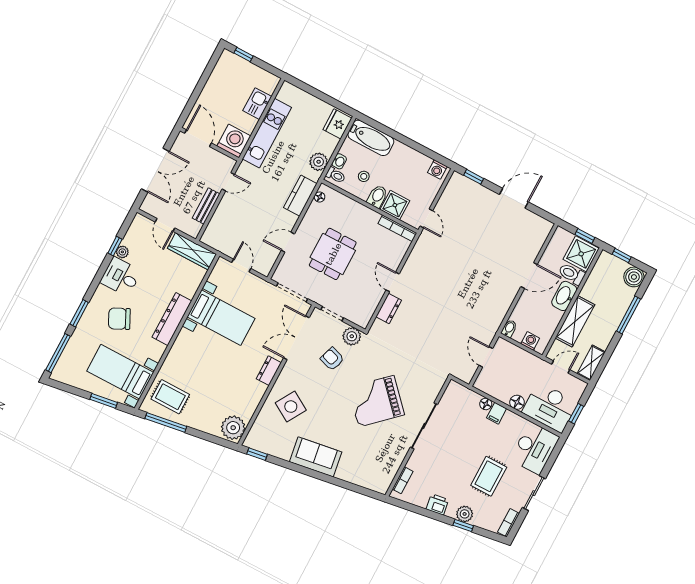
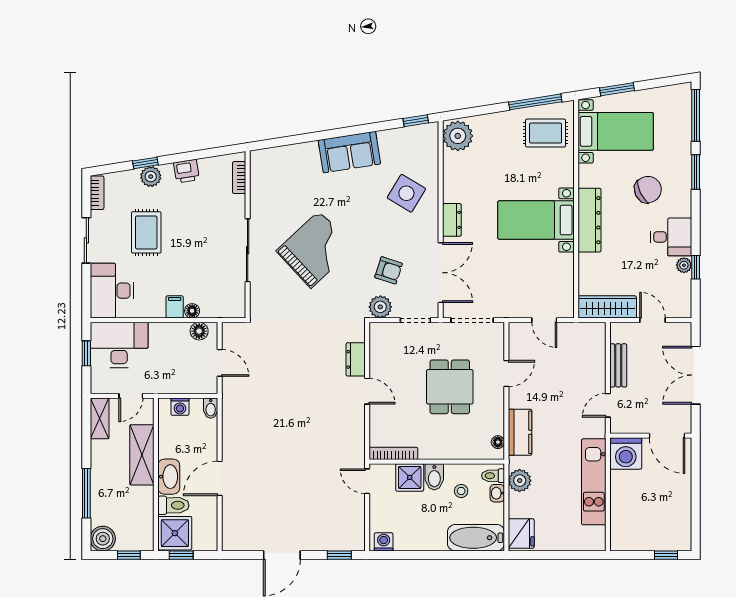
kitchen sink: (257, 104) -> (622, 509), removed
bed with nightstands: (221, 318) -> (536, 220), moved
floor lamp: (517, 402) -> (199, 331), moved

